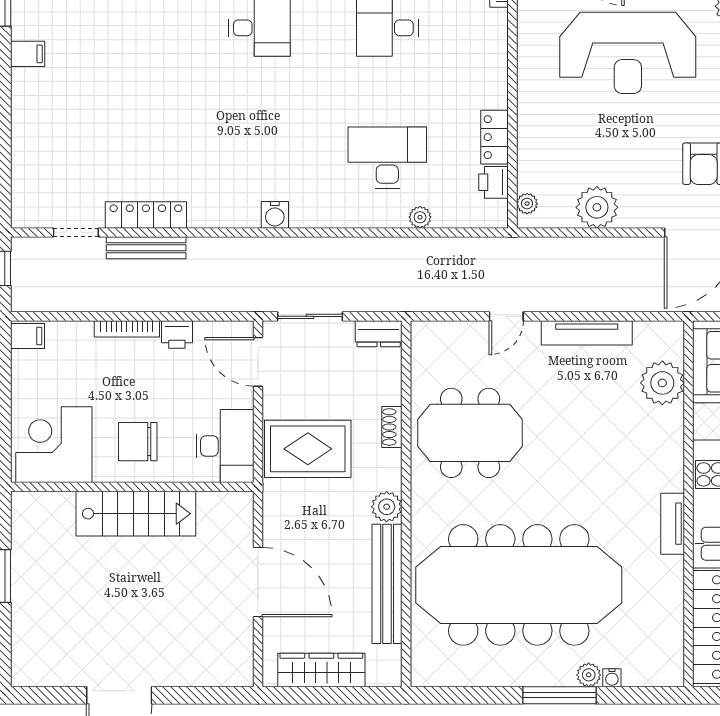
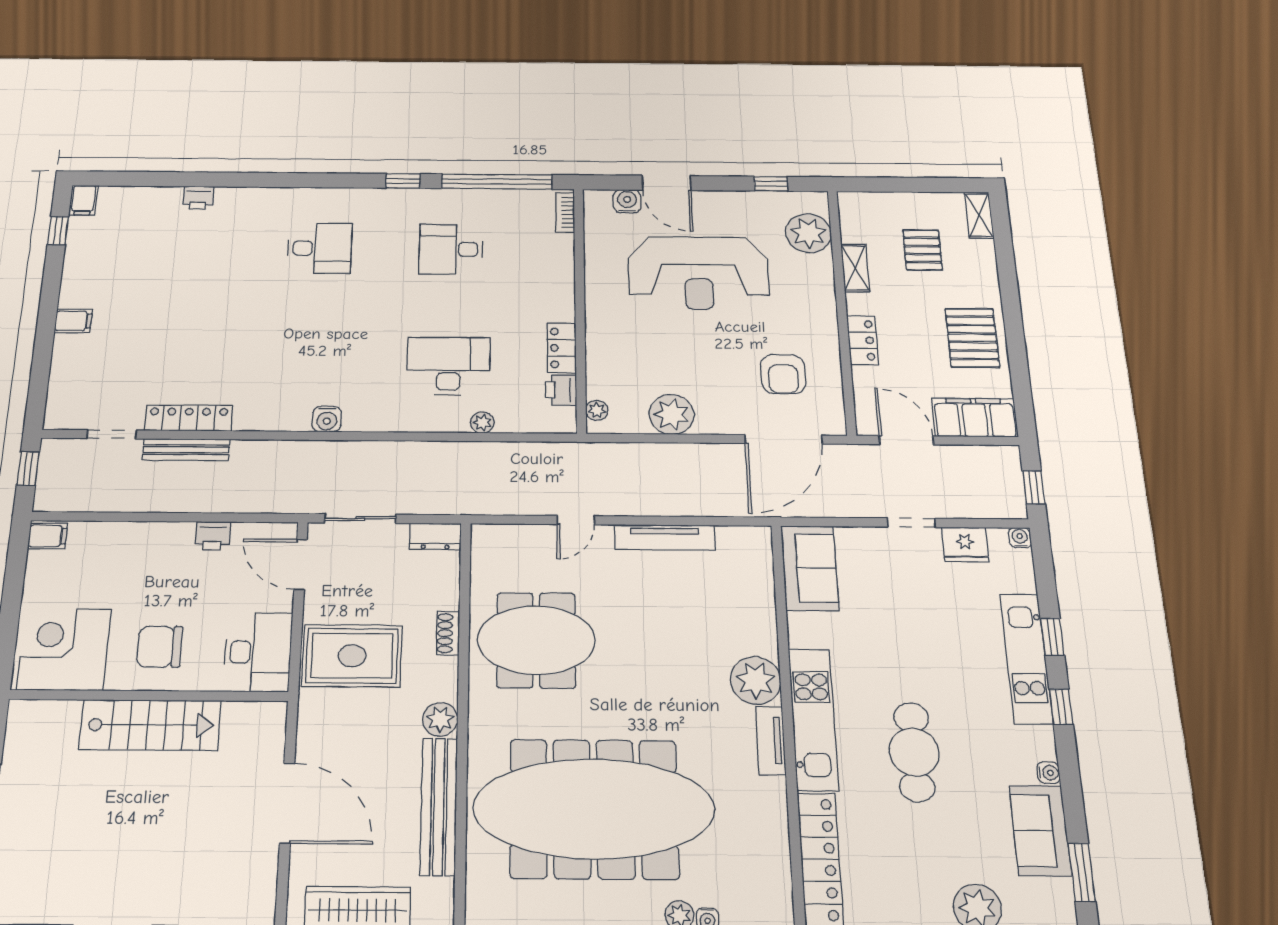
filing cabinet: (28, 54) -> (73, 321), moved
bookcase: (127, 329) -> (158, 530), removed
plant: (662, 383) -> (756, 680), moved

